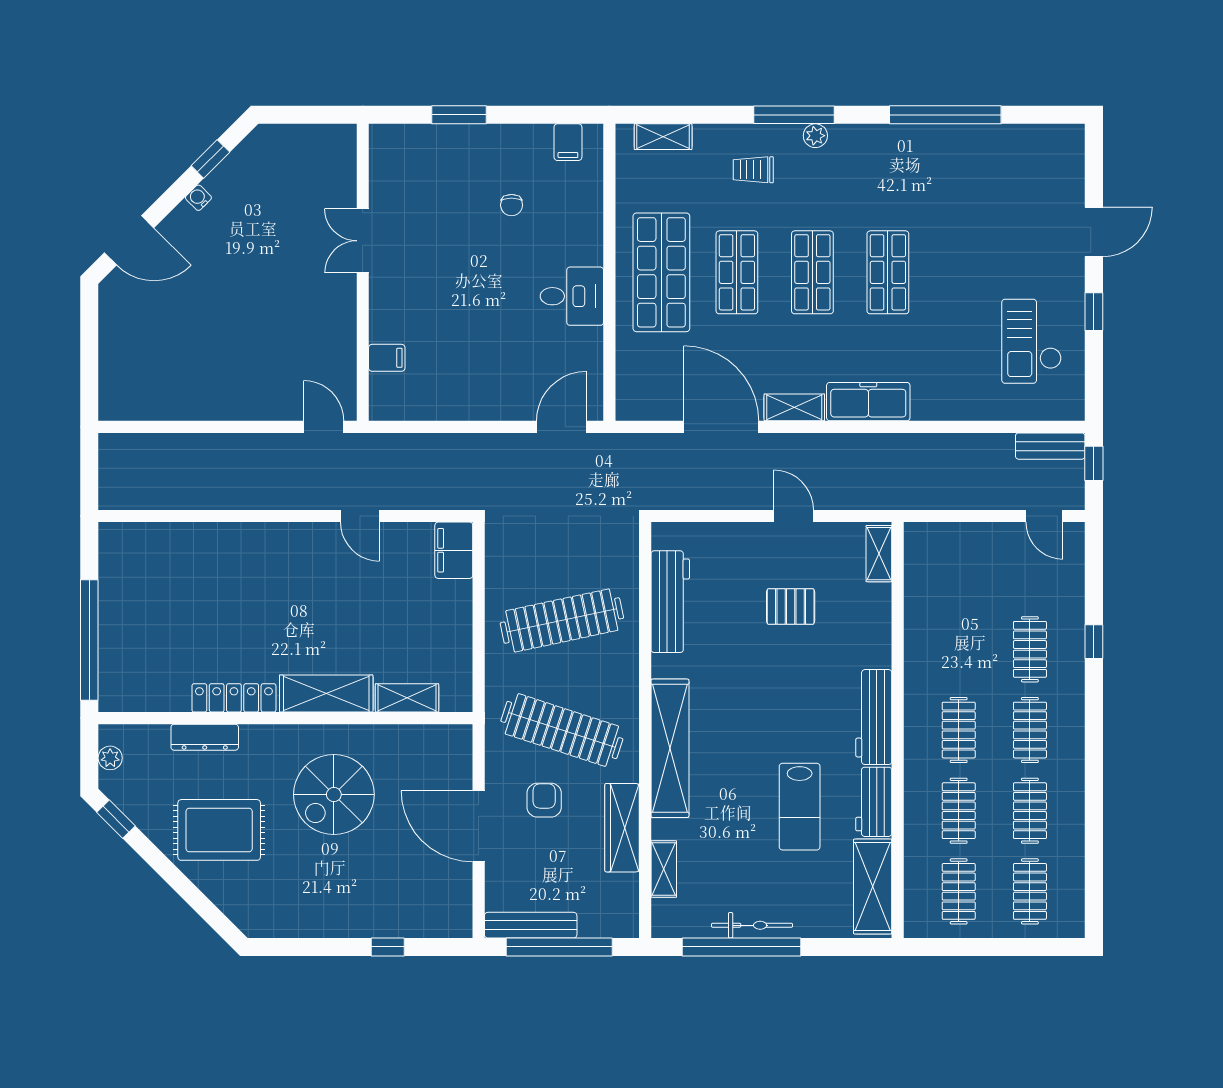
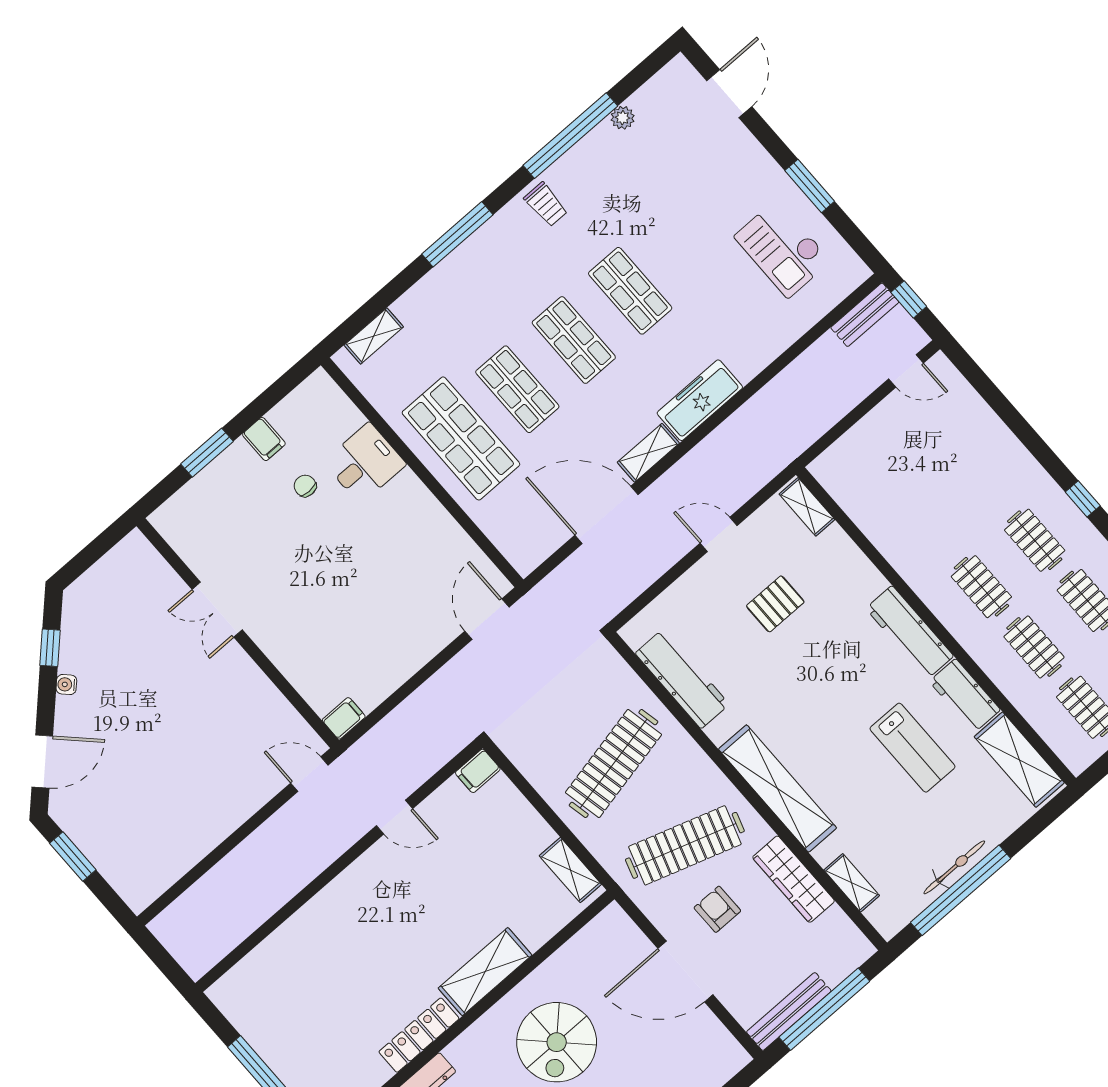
plant: (815, 136) -> (623, 118), moved
filing cabinet: (568, 142) -> (264, 439), moved
trolley: (753, 170) -> (546, 204), moved, turned -90
chair: (512, 205) -> (305, 486), turned 180
door: (1094, 232) -> (729, 94), moved
desk: (572, 296) -> (365, 463), moved
window: (1094, 312) -> (810, 186), width x1.50
window: (89, 333) -> (73, 856), added
filing cabinet: (387, 358) -> (344, 718), moved
filing cabinet: (454, 550) -> (478, 771), width x0.50
window: (1094, 642) -> (1083, 499), moved
clothes rail: (1030, 649) -> (982, 480), removed
shelving: (407, 698) -> (570, 870), moved, turned 90

